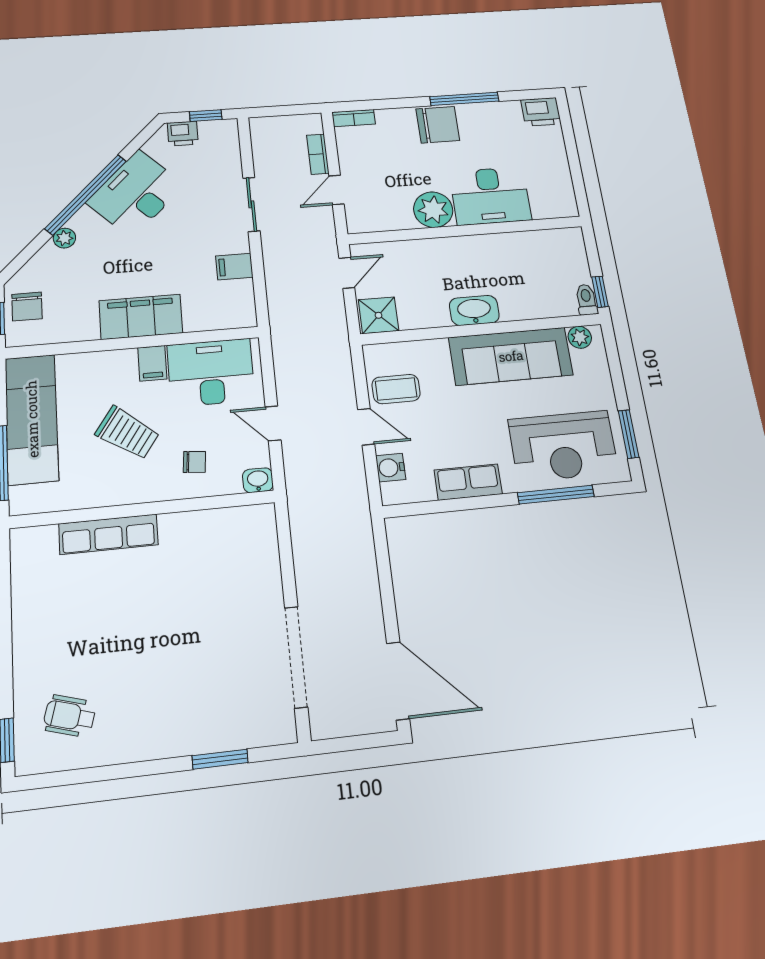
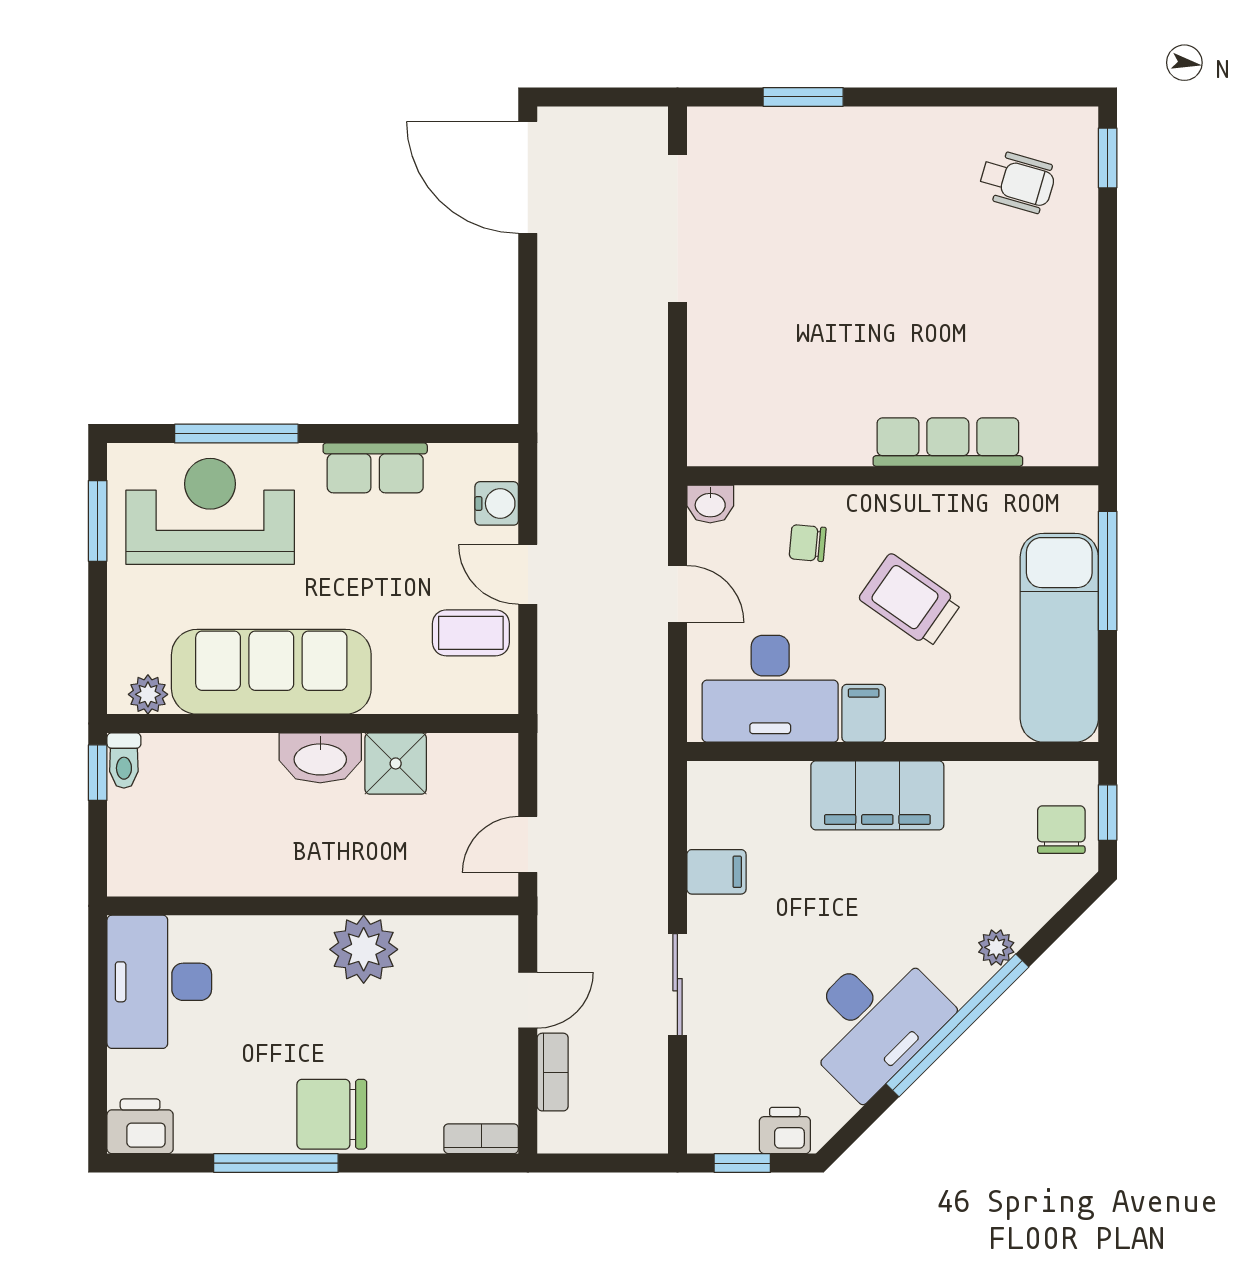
desk: (490, 196) -> (159, 982), moved, turned -90
shower: (378, 315) -> (396, 763), moved

